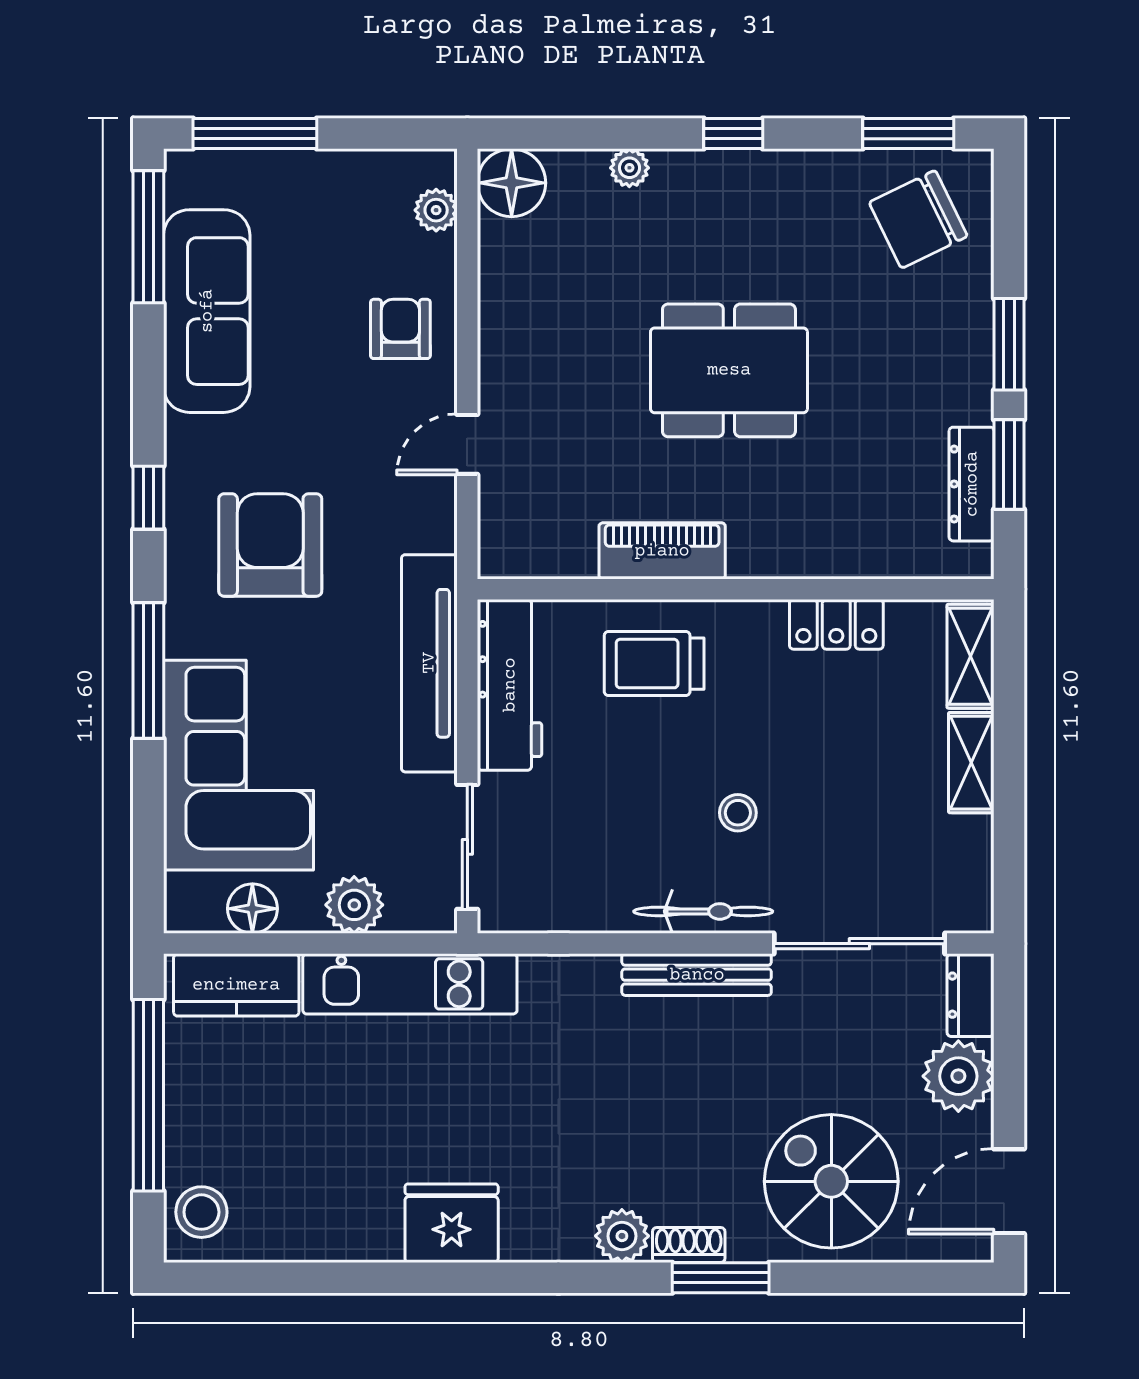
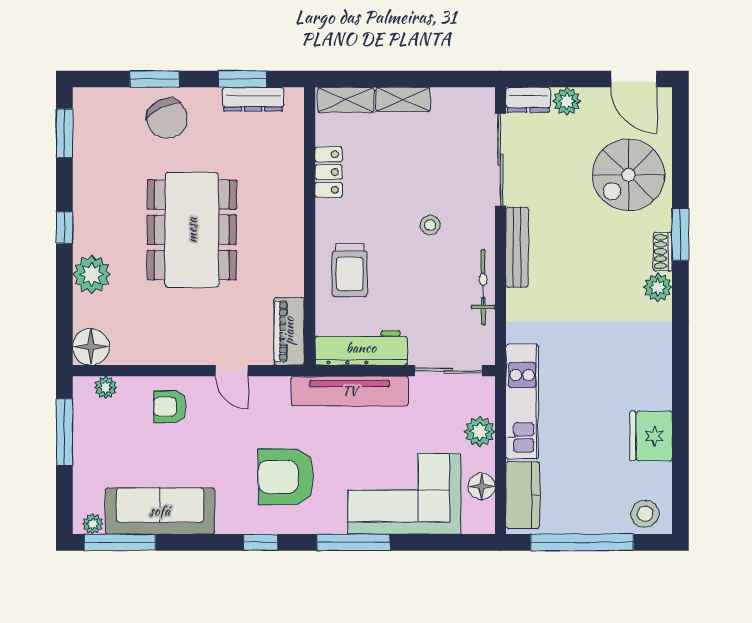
window: (255, 134) -> (64, 432), moved
plant: (629, 168) -> (92, 274), width x1.88, depth x1.88
plant: (183, 186) -> (93, 524), added
chair: (918, 219) -> (167, 119), moved
window: (1009, 344) -> (155, 79), moved
dining table: (729, 370) -> (192, 230), width x1.36, depth x1.24
piano: (662, 551) -> (289, 331), moved
bicycle: (703, 911) -> (483, 287), moved
plant: (958, 1076) -> (567, 101), width x0.73, depth x0.73
fridge: (452, 1223) -> (651, 436), moved

